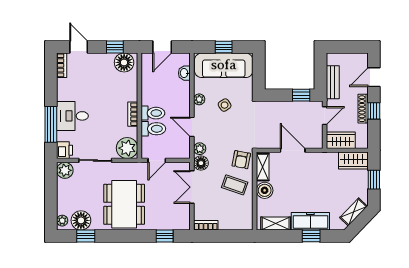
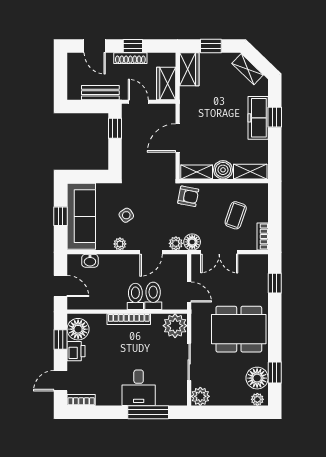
bookcase: (133, 114) -> (129, 319), width x1.56
printer: (64, 150) -> (76, 351), moved, turned 90
coffee table: (235, 185) -> (236, 215), moved
shelving: (276, 224) -> (250, 172), moved, turned 90

